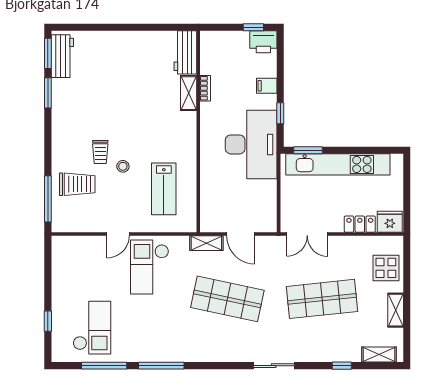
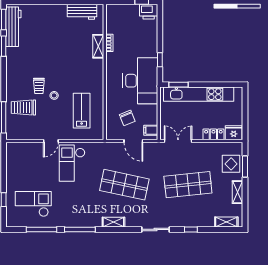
workbench: (185, 52) -> (82, 12), moved, turned -90
workbench: (62, 56) -> (13, 27), width x1.38
filing cabinet: (267, 86) -> (151, 130), moved
trolley: (77, 184) -> (23, 107), turned 180
lab bench: (164, 189) -> (82, 111), turned 180
chair: (232, 200) -> (127, 118), added
double door: (307, 234) -> (178, 141), swing flipped
shelving: (206, 243) -> (113, 222), moved
window: (407, 272) -> (245, 166), added
checkout: (92, 328) -> (33, 204), turned -90
window: (342, 366) -> (191, 229), moved

